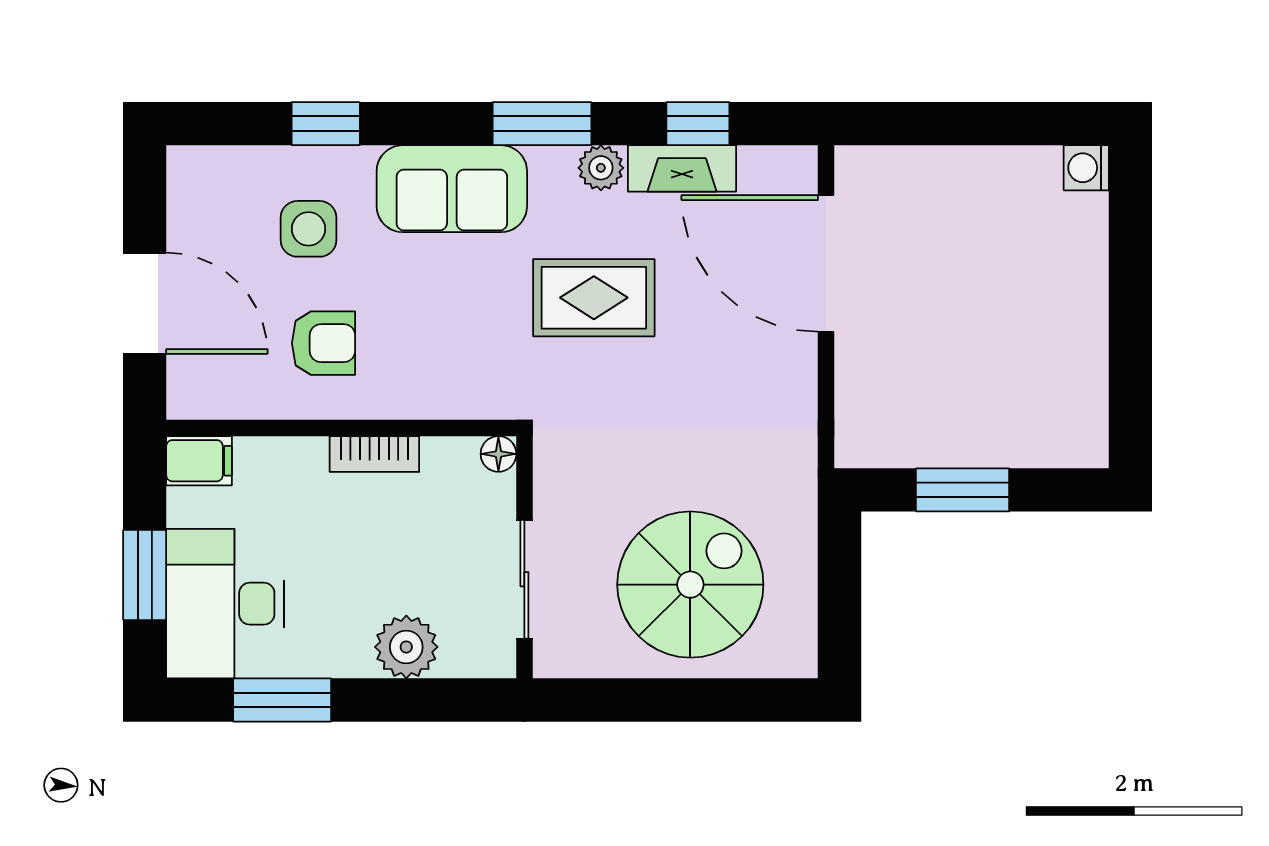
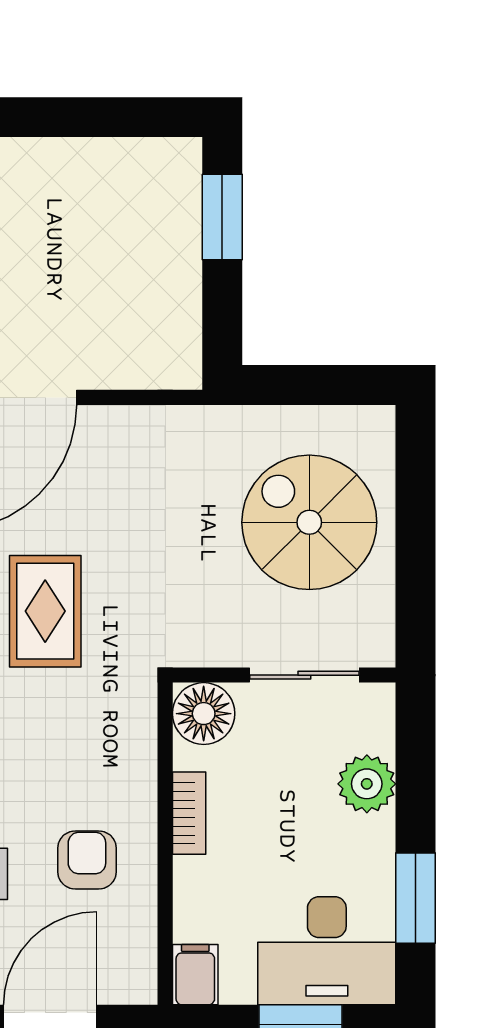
floor lamp: (498, 454) -> (204, 714), width x1.89, depth x1.89
window: (963, 490) -> (222, 217), moved

